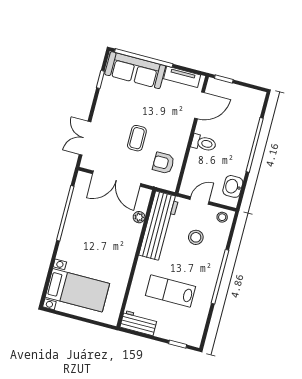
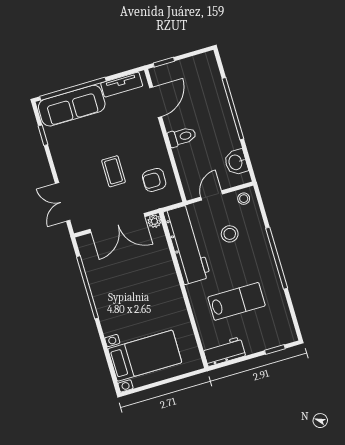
plant: (139, 217) -> (154, 221), moved
lab bench: (171, 291) -> (237, 301), turned 180

